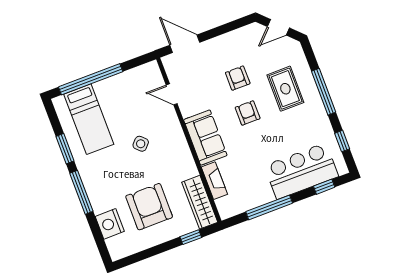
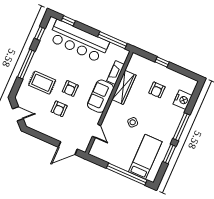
door: (185, 44) -> (68, 148), hinge flipped
rug: (285, 89) -> (42, 83), turned 90
bar counter: (301, 171) -> (79, 41), width x1.36
wardrobe: (200, 202) -> (124, 87), moved
armchair: (149, 207) -> (157, 90), width x0.53, depth x0.53
window: (269, 207) -> (112, 40), moved
window: (191, 237) -> (162, 62), moved

